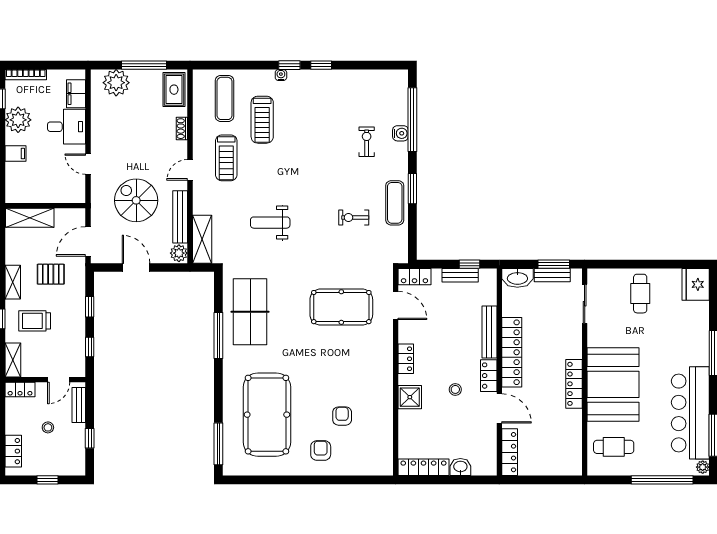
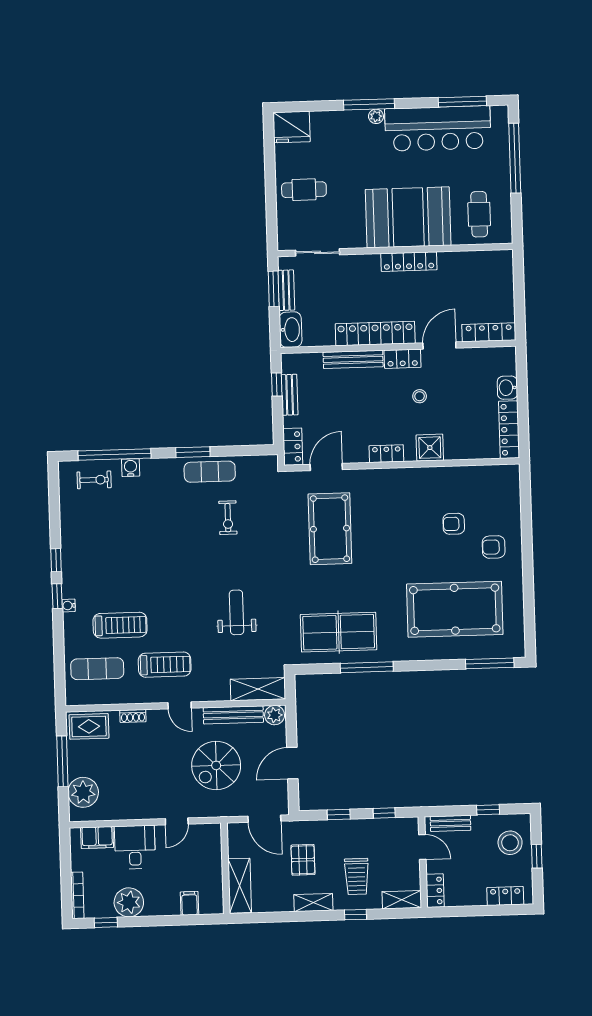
exercise bike: (367, 142) -> (94, 480), moved, turned 180
filing cabinet: (16, 154) -> (189, 903), moved
weight bench: (270, 223) -> (237, 612), turned 180
stool: (48, 427) -> (510, 843), moved, width x1.89, depth x1.89
plant: (703, 467) -> (376, 116), moved

